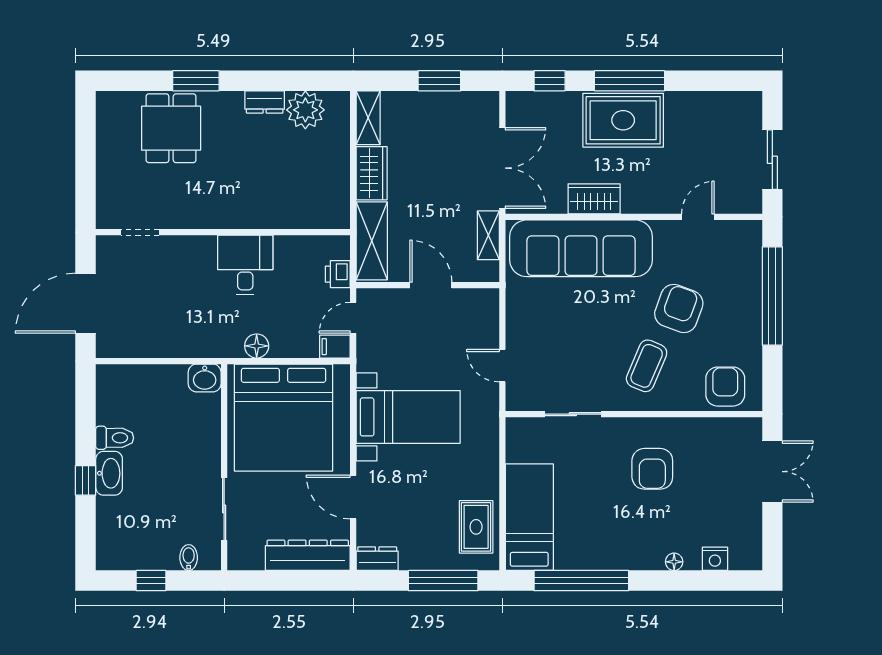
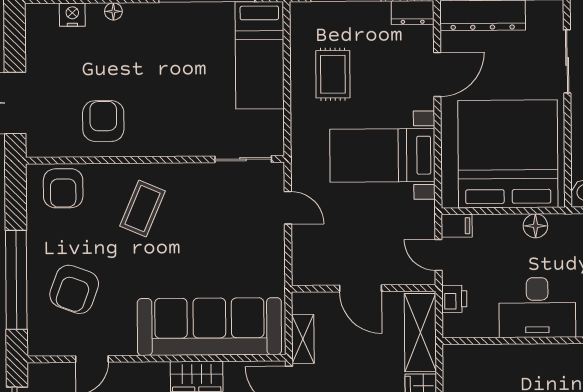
desk: (245, 265) -> (537, 308), width x1.37
armchair: (679, 309) -> (74, 289), moved
door: (353, 318) -> (439, 255), swing flipped
sliding door: (573, 414) -> (243, 159), moved
armchair: (652, 469) -> (103, 121), moved
door: (353, 497) -> (437, 74), hinge flipped
rug: (476, 527) -> (333, 74), moved

